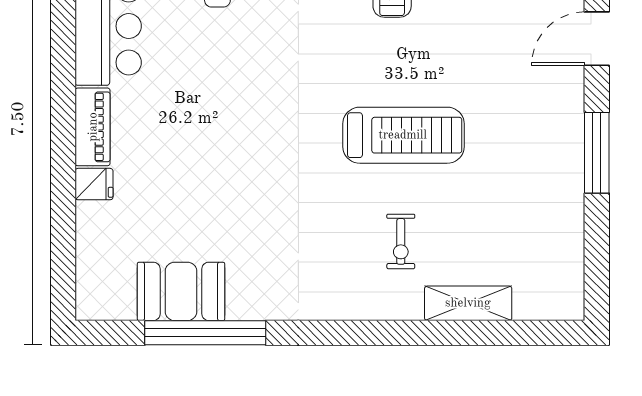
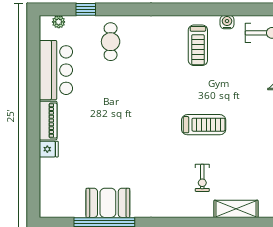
treadmill: (403, 135) -> (204, 125), width x0.73, depth x0.73
booth: (181, 291) -> (108, 203), moved

